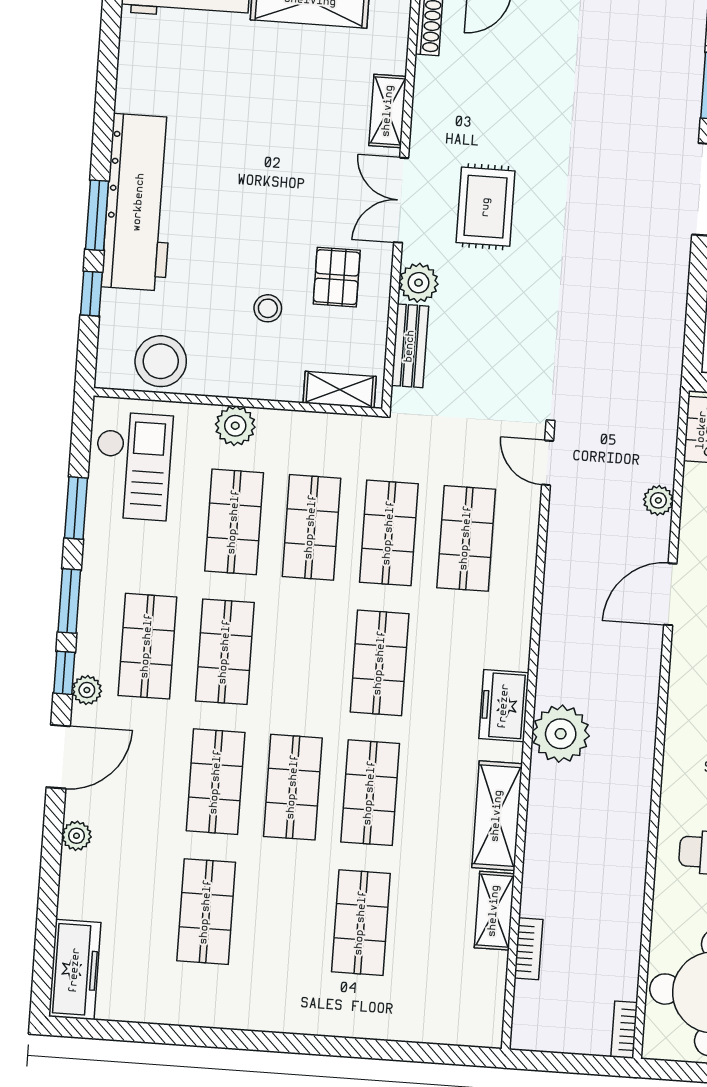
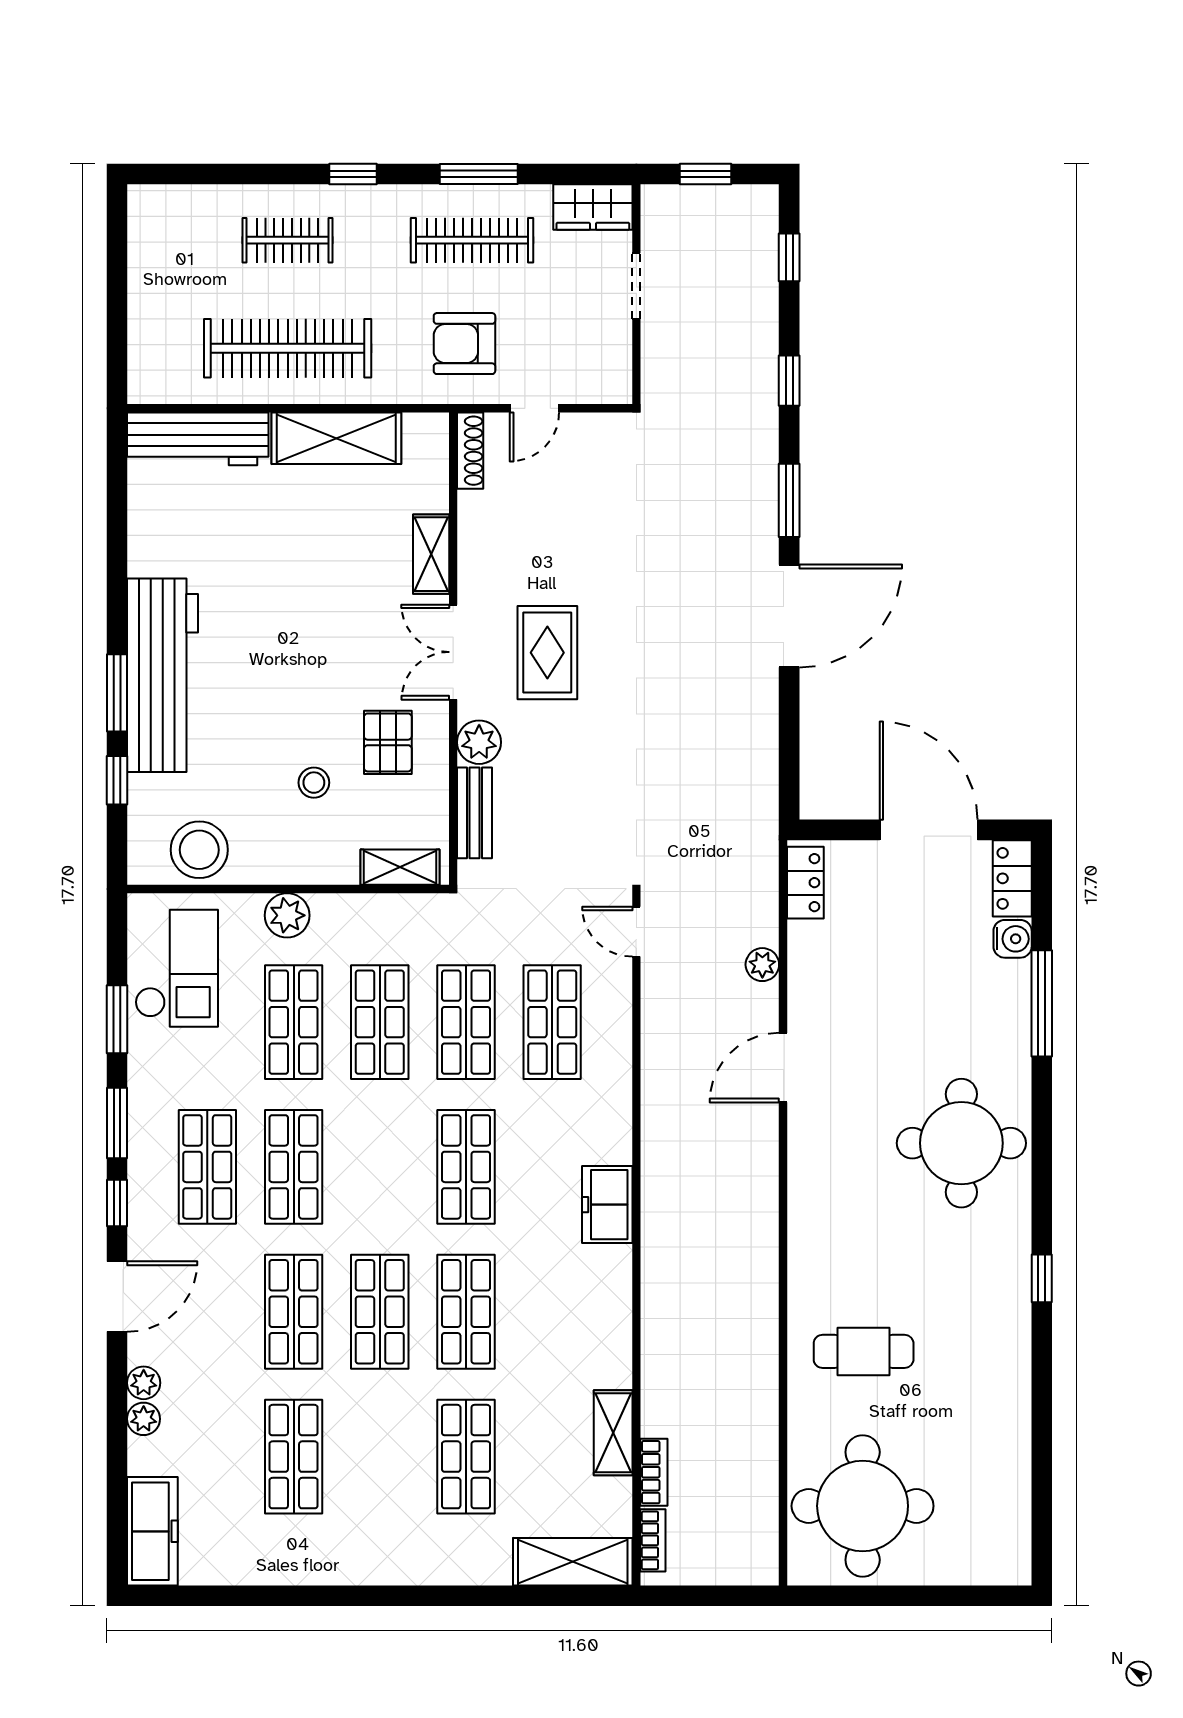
plant: (87, 690) -> (144, 1419), moved
plant: (561, 734) -> (673, 1231), removed
shelving: (497, 816) -> (573, 1562), moved, turned 90
bookcase: (624, 1030) -> (653, 1540), moved, turned 180

